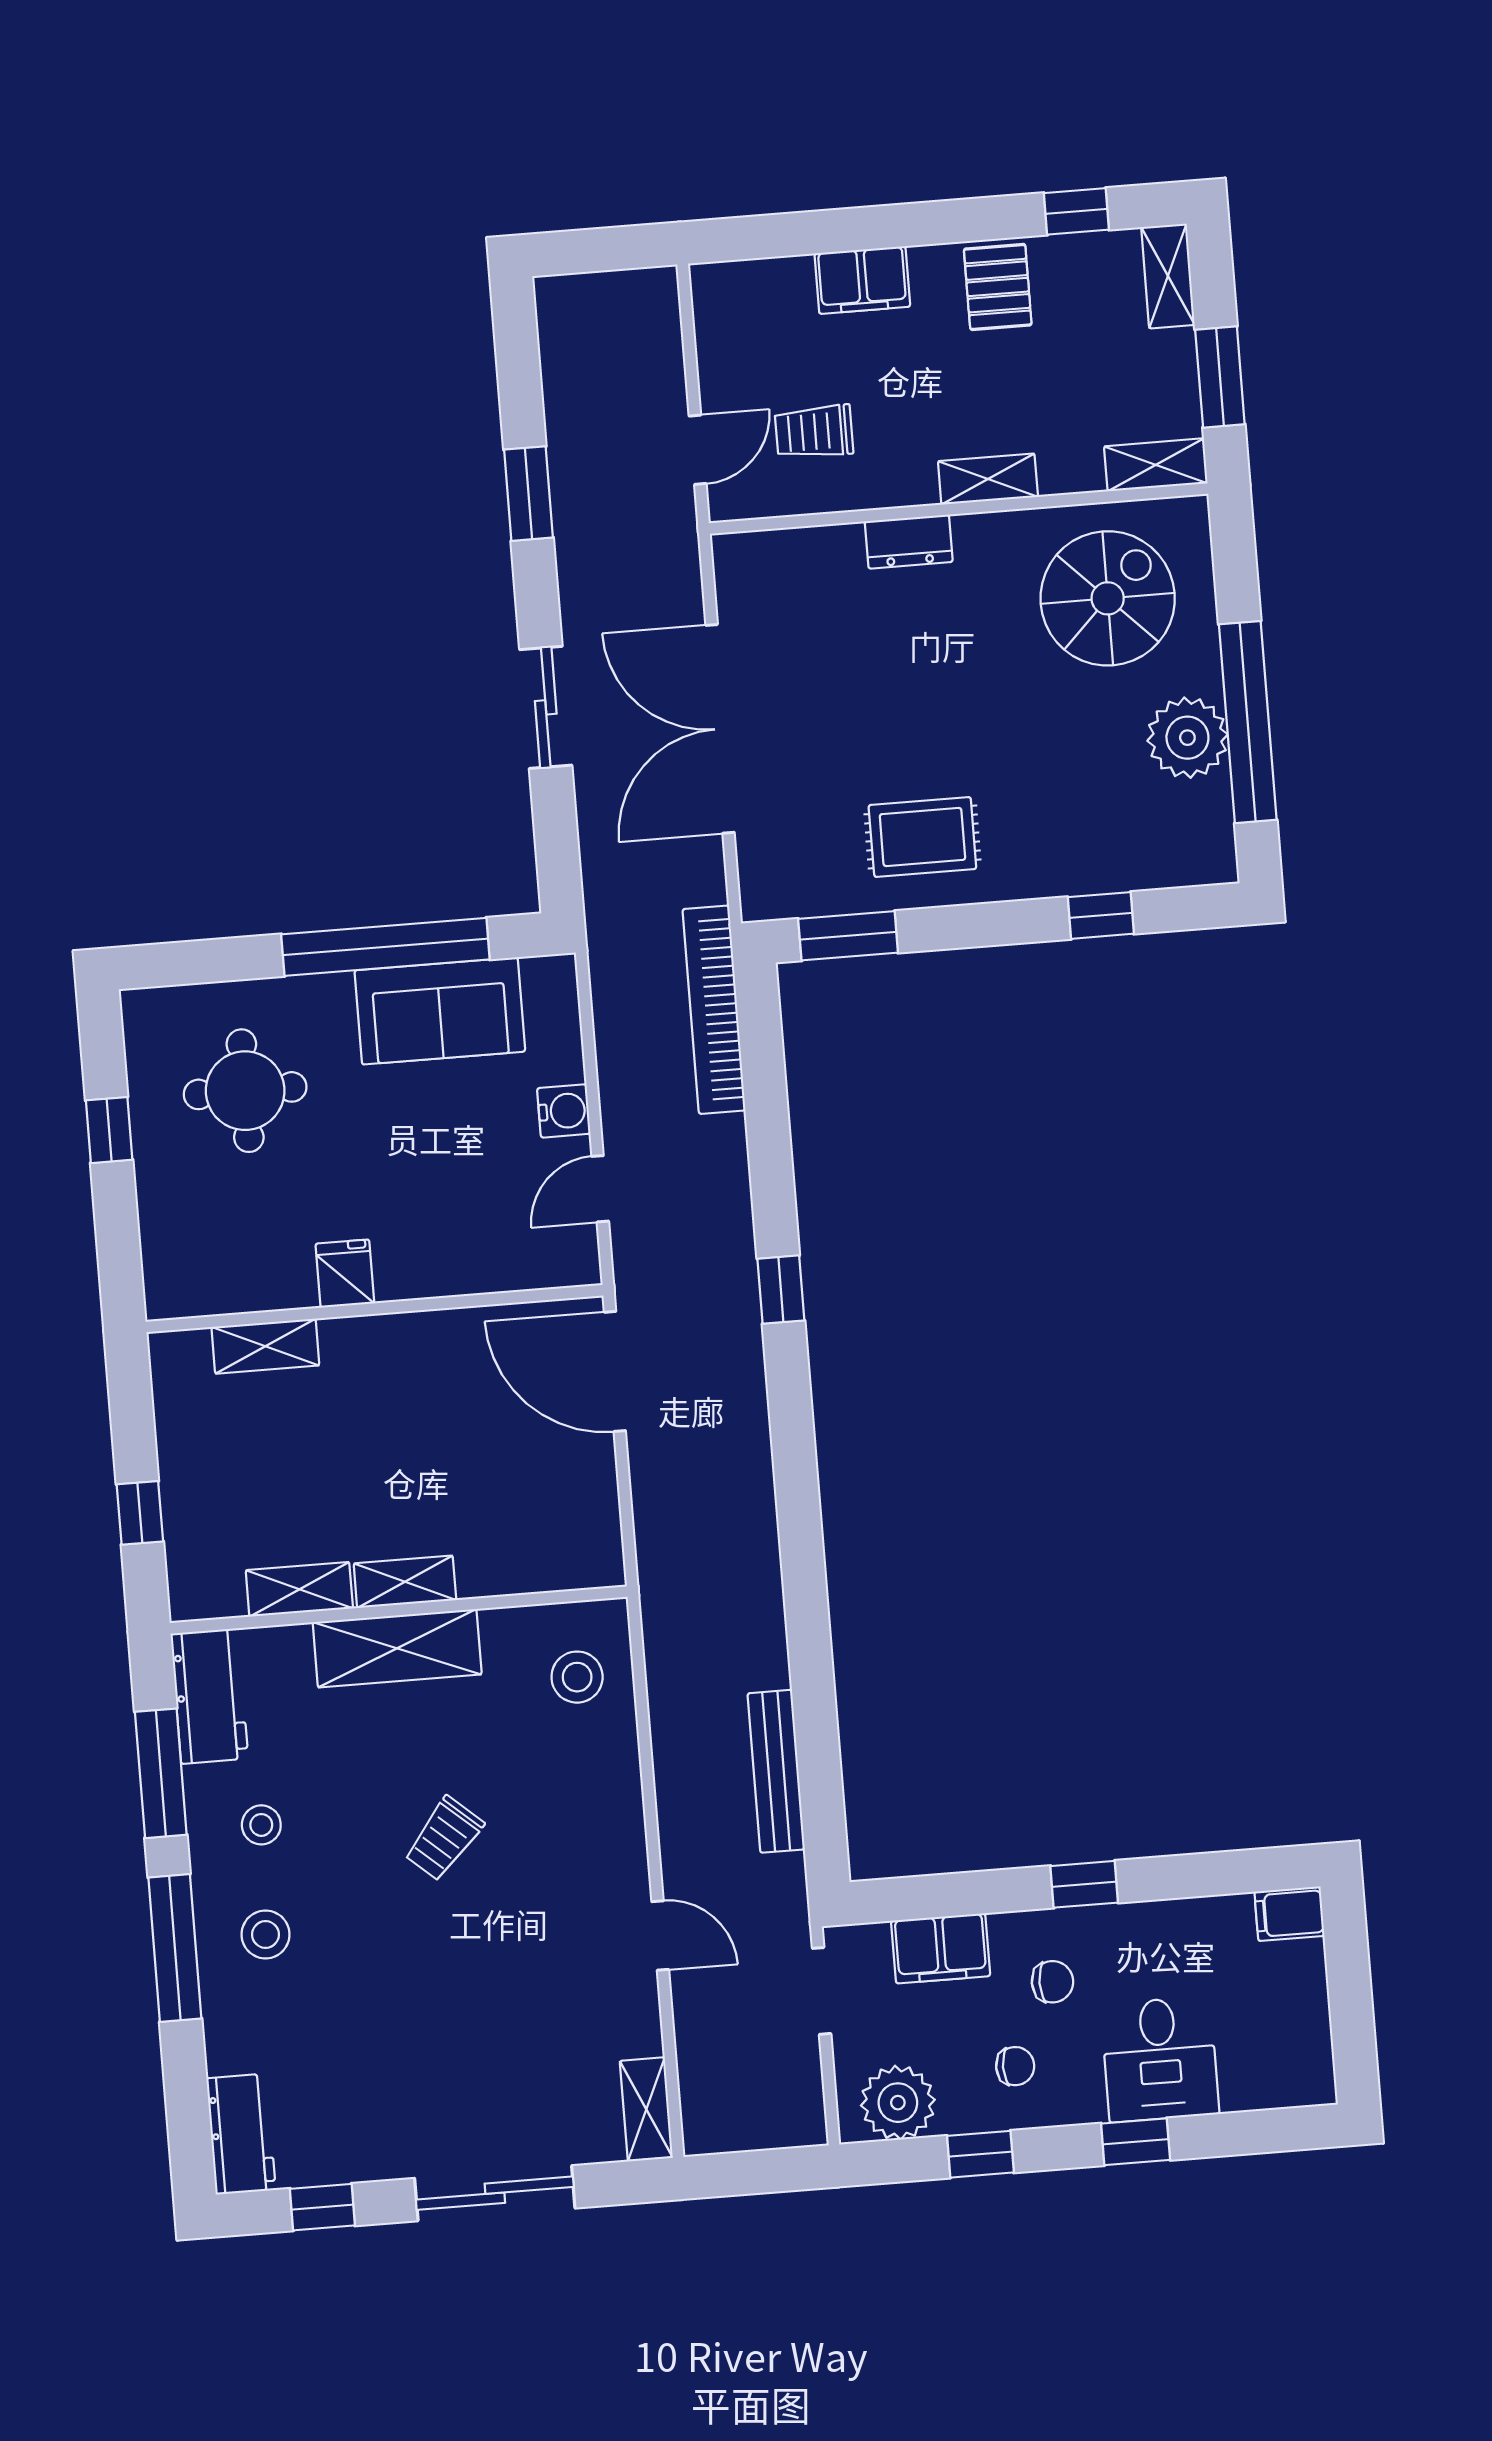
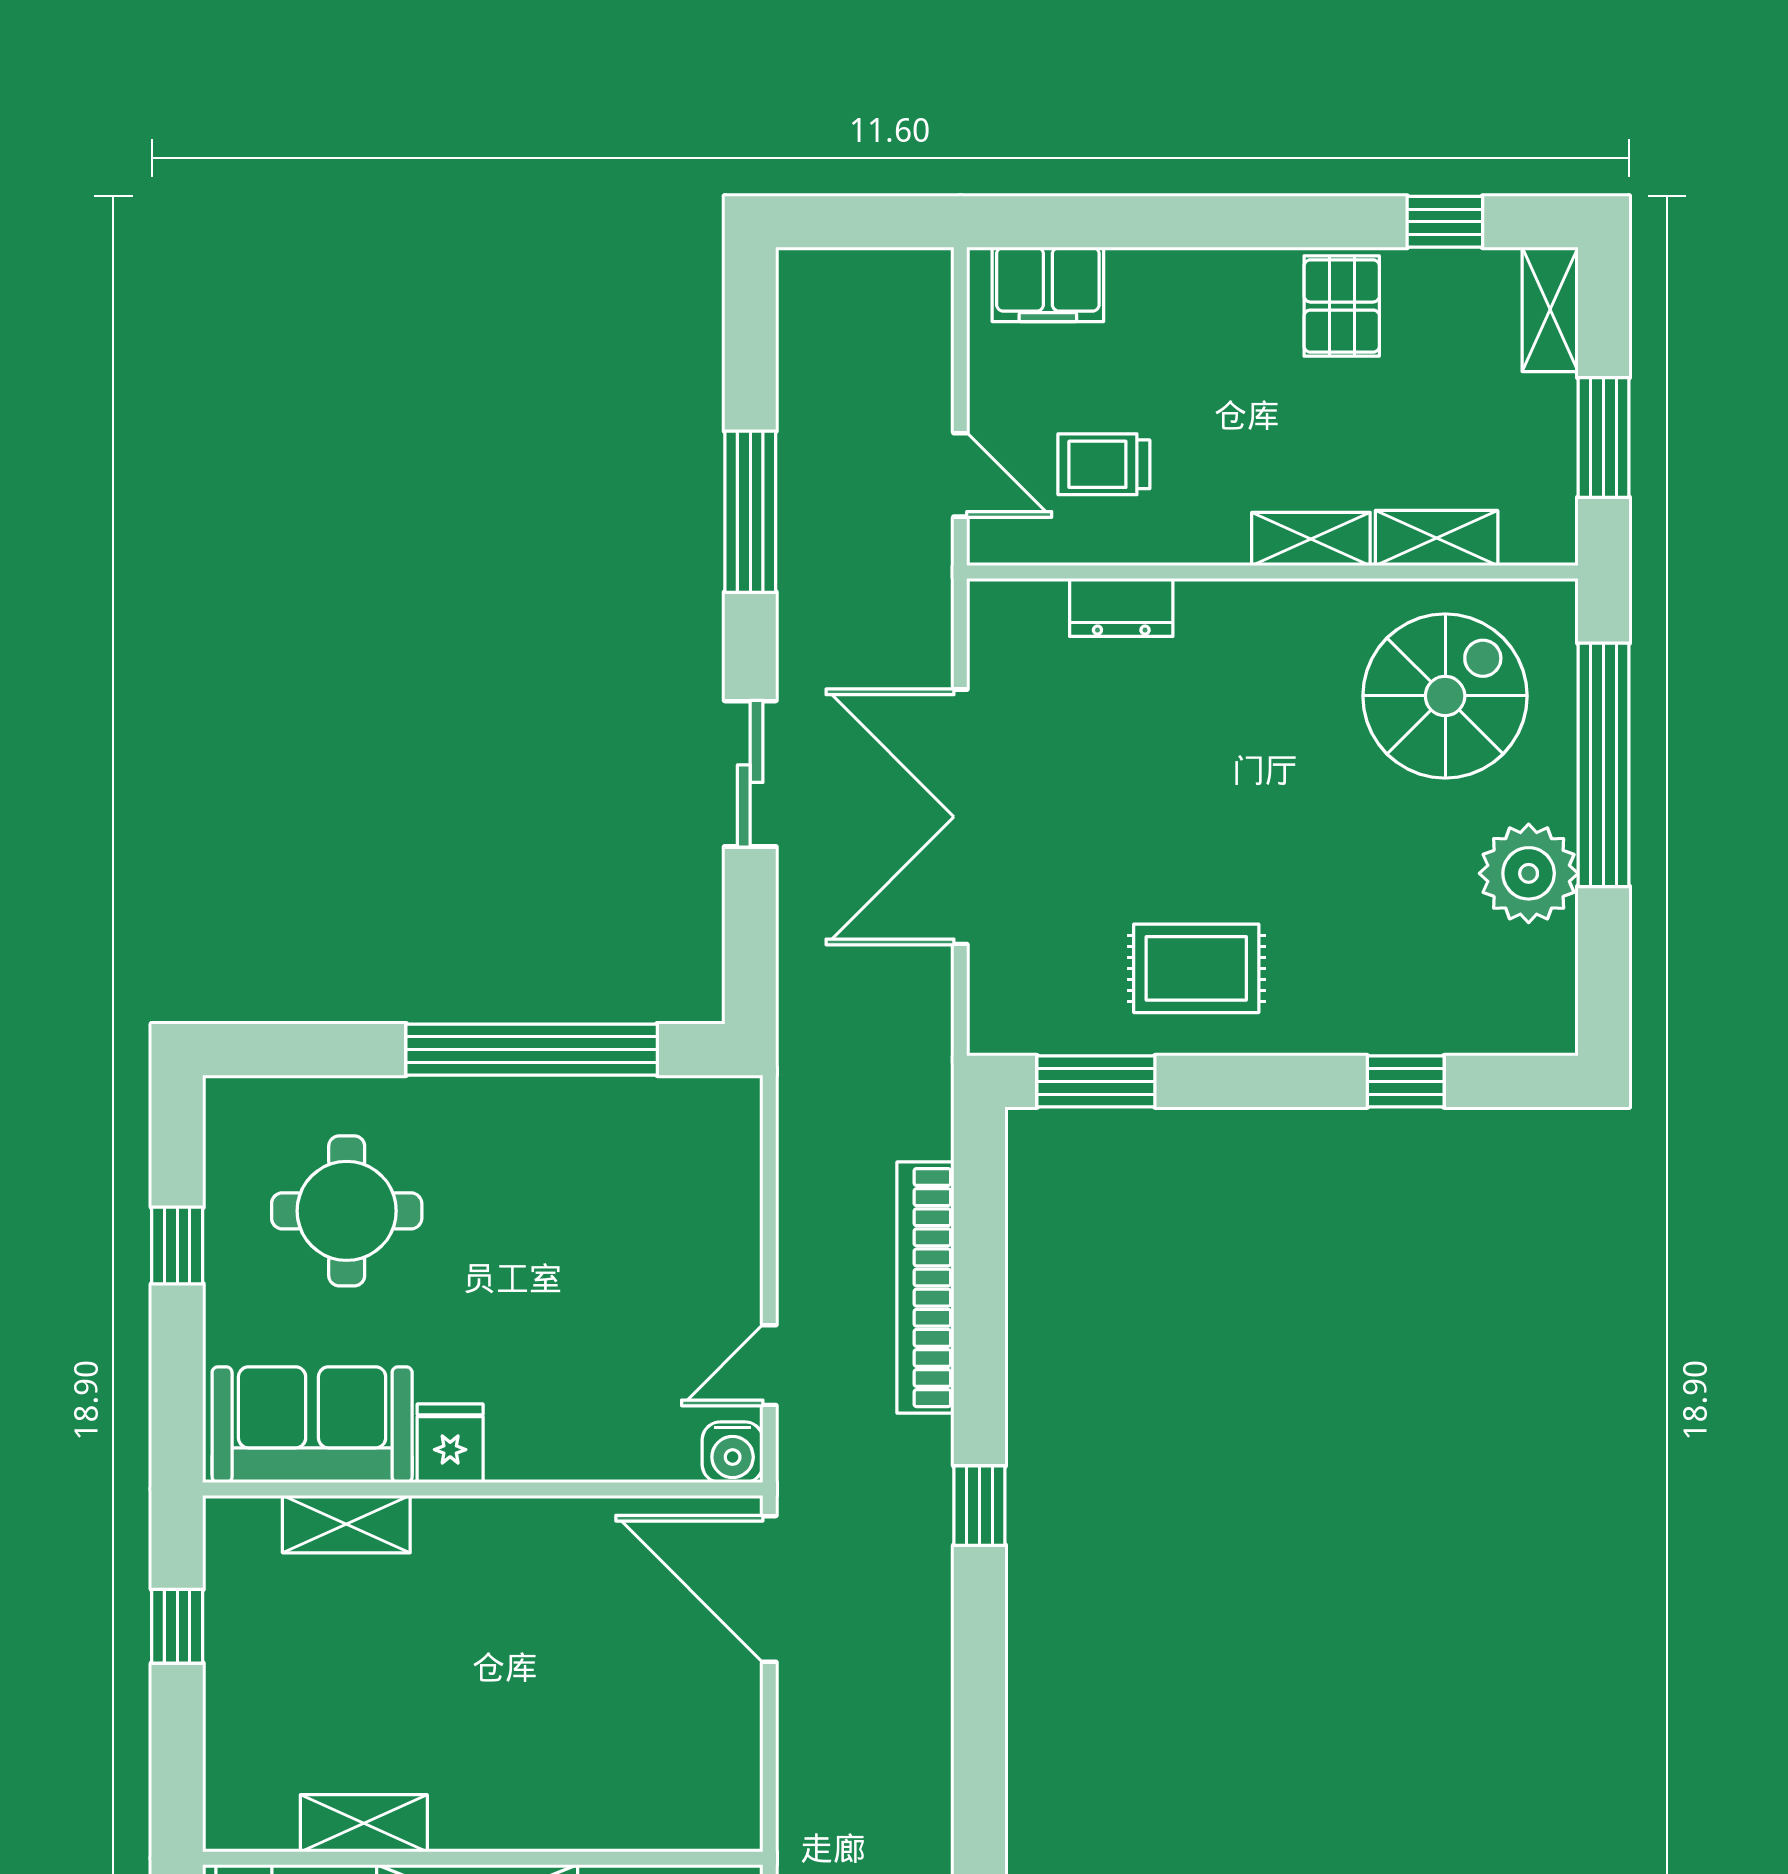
filing cabinet: (862, 280) -> (1048, 284), moved
door: (698, 450) -> (960, 475), hinge flipped
shelving: (1156, 465) -> (1437, 538), moved
window: (529, 494) -> (750, 512), width x1.44
dresser: (909, 542) -> (1121, 607), moved
window: (1248, 722) -> (1603, 765), moved
bookcase: (714, 1010) -> (925, 1288), moved
sofa: (440, 1011) -> (312, 1425), moved, turned 180
water cooler: (564, 1111) -> (733, 1452), moved, turned 90
window: (140, 1513) -> (177, 1626), moved
shelving: (405, 1582) -> (493, 1824), removed

